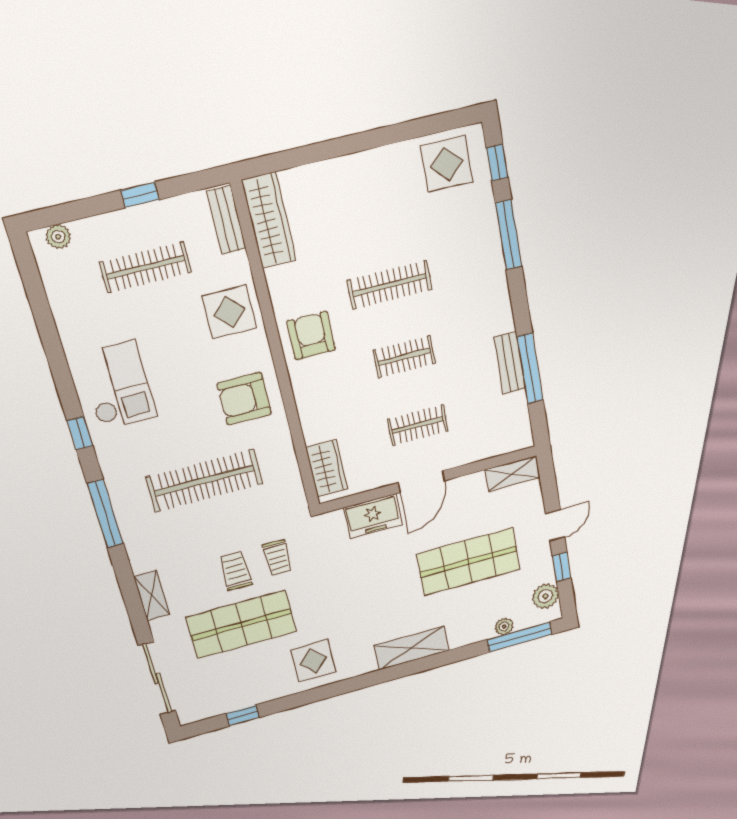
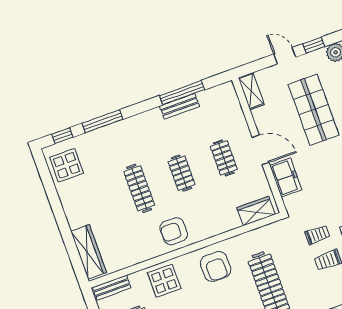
wardrobe: (269, 220) -> (89, 252), moved, turned 90

